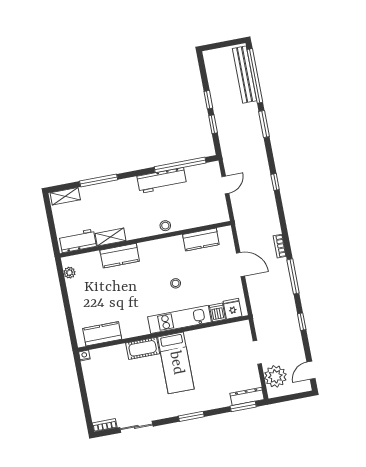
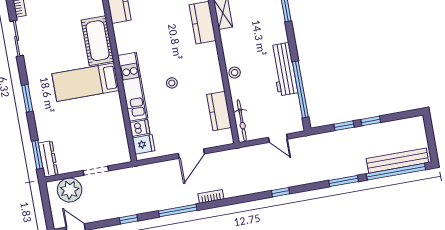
bicycle: (209, 218) -> (242, 121), added
cot: (143, 348) -> (98, 41), width x1.37, depth x1.34

